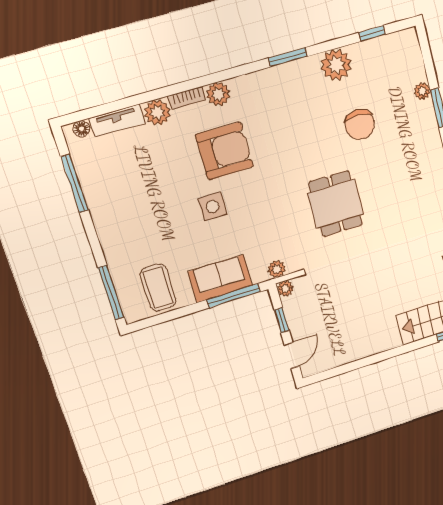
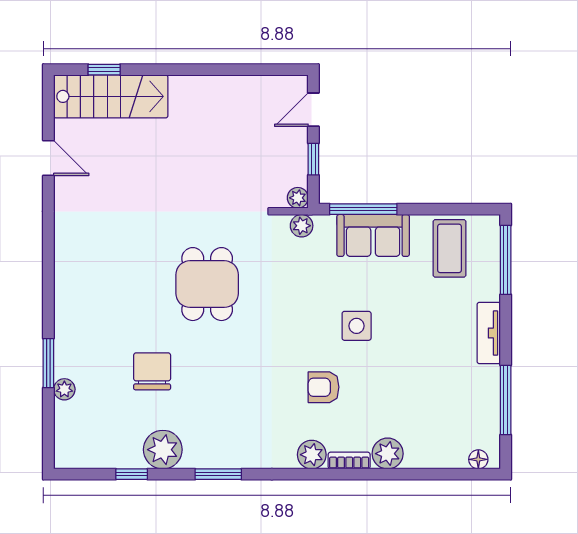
window: (372, 33) -> (132, 474), moved
tv unit: (117, 121) -> (489, 333), moved, turned -90
armchair: (224, 151) -> (324, 387), width x0.53, depth x0.53

